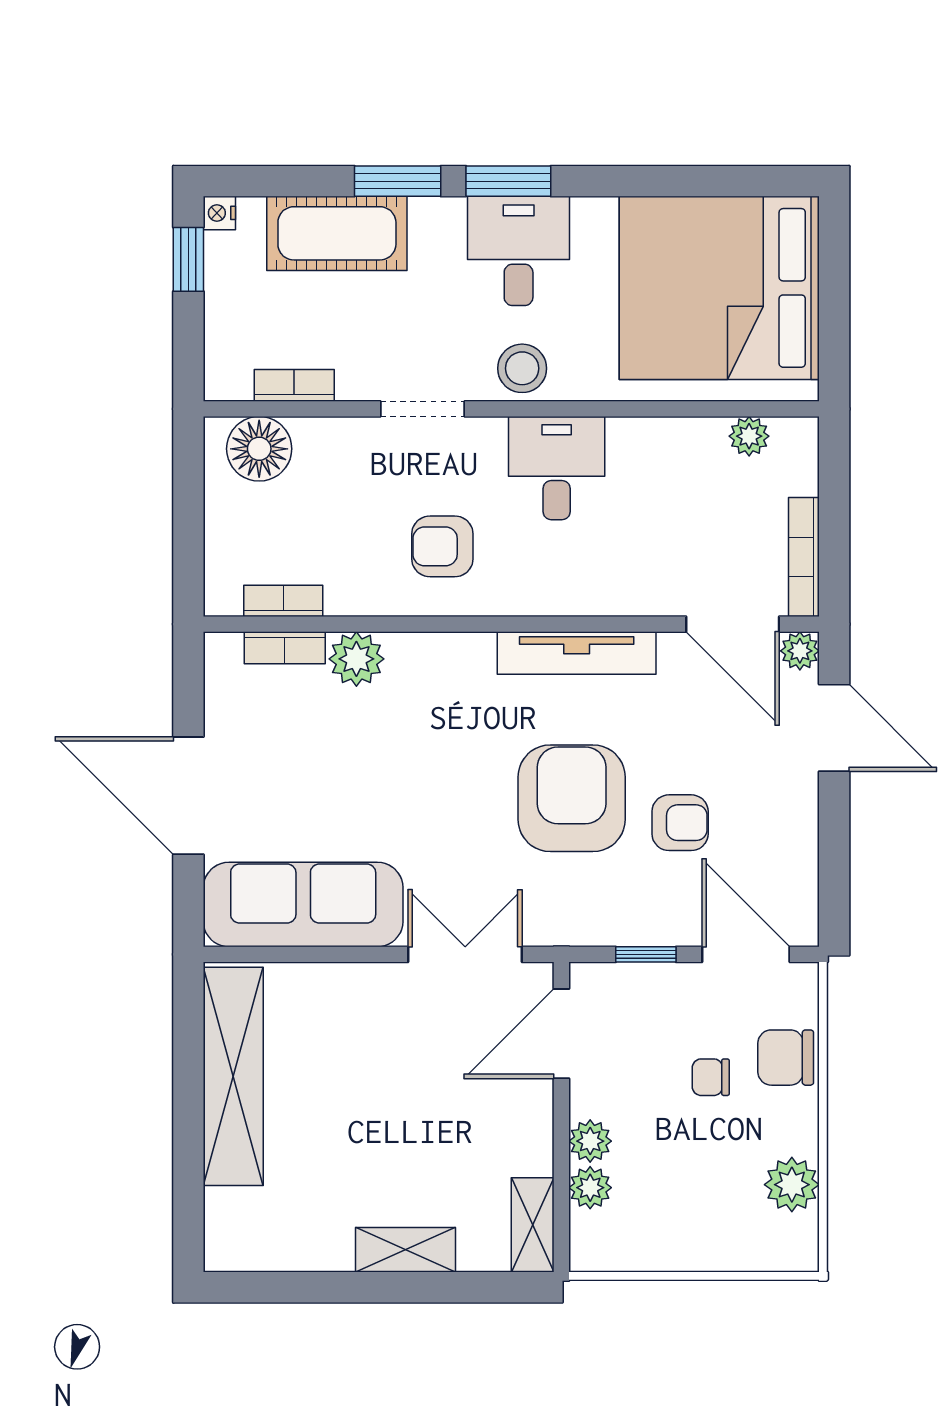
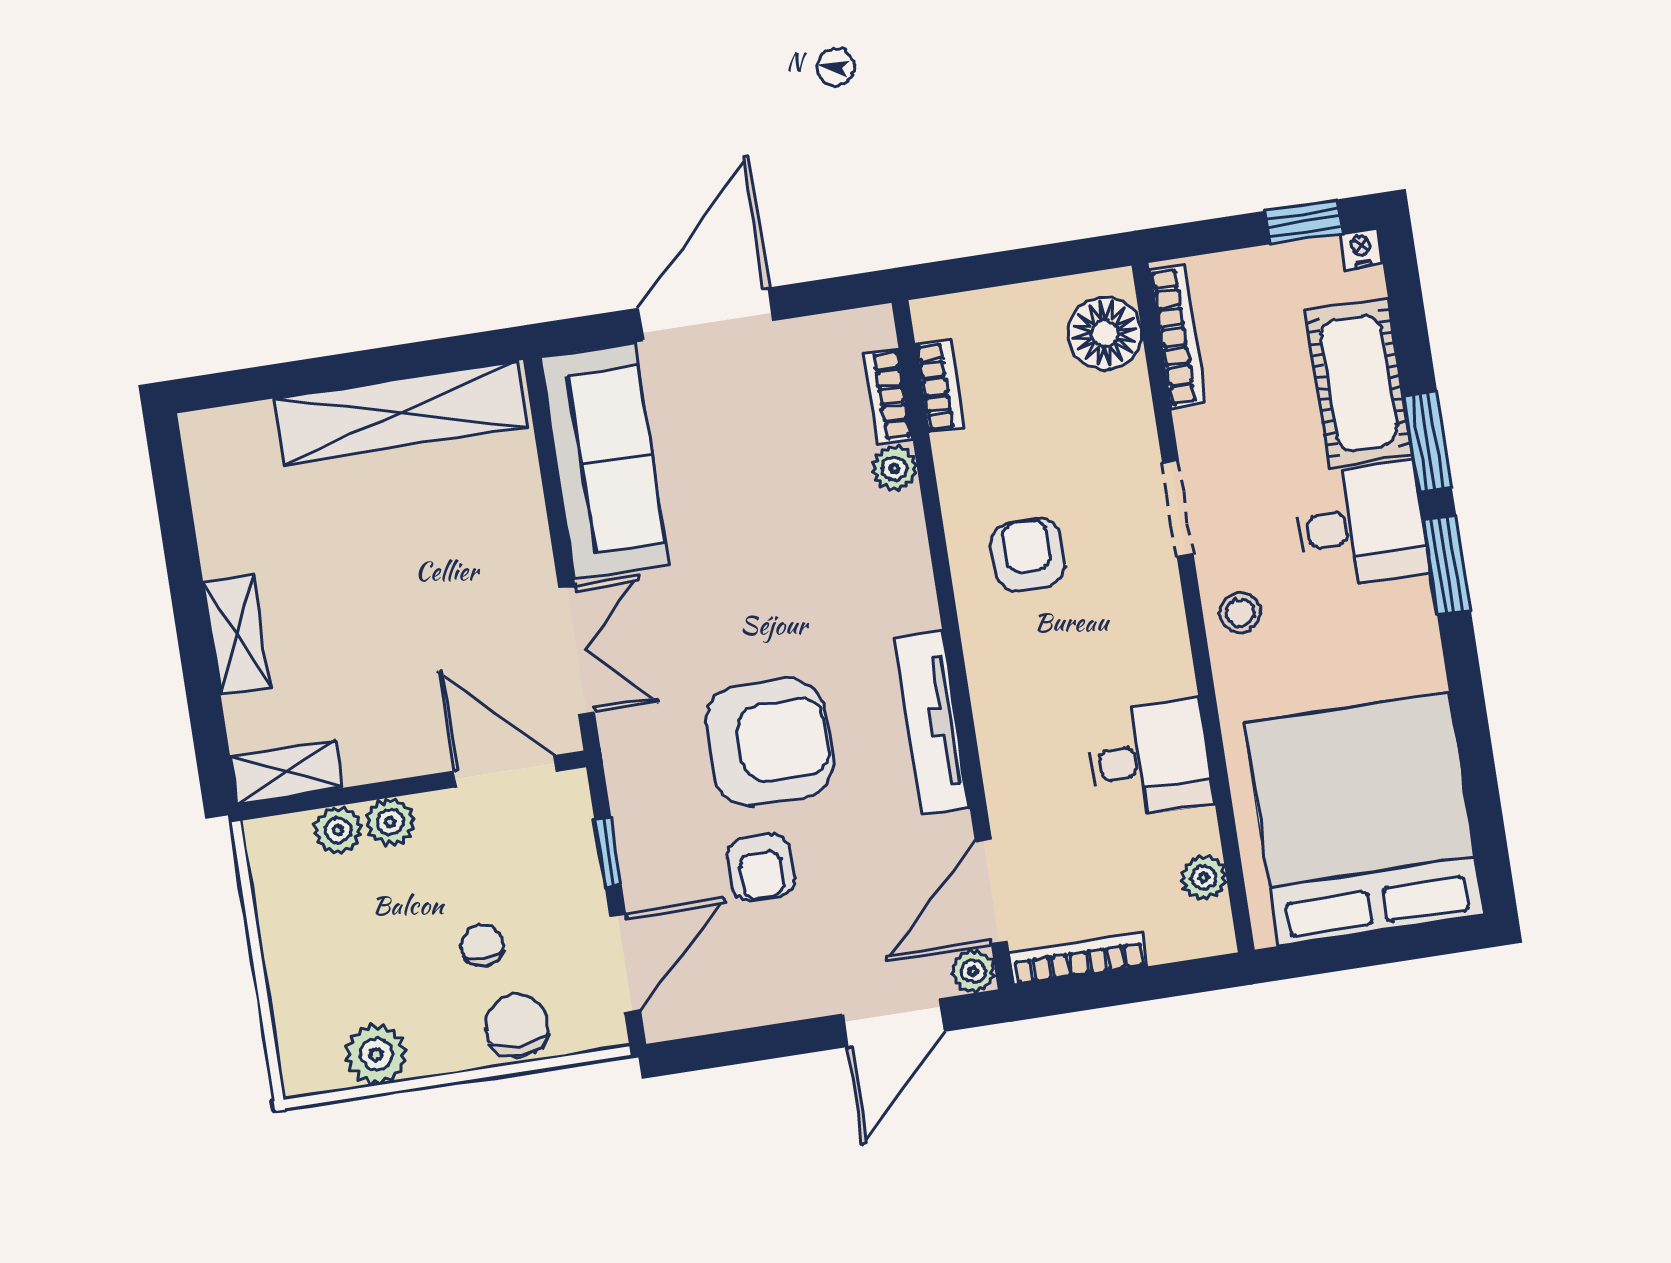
desk: (519, 251) -> (1361, 525), moved
stool: (522, 368) -> (1240, 613), width x0.73, depth x0.73
bookcase: (294, 385) -> (1178, 336), width x1.56
desk: (557, 468) -> (1149, 759), moved
plant: (356, 659) -> (894, 468), width x0.73, depth x0.73

